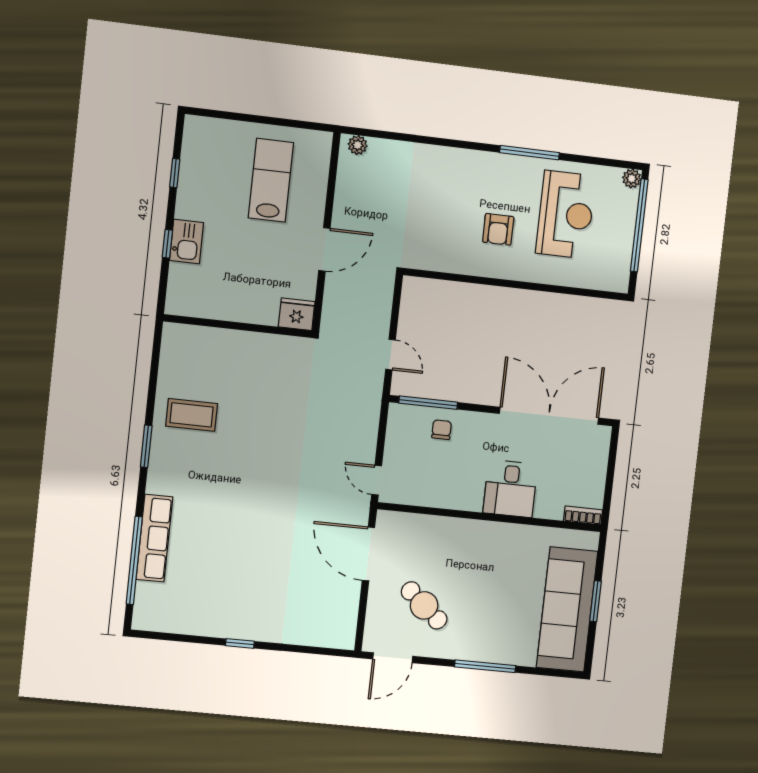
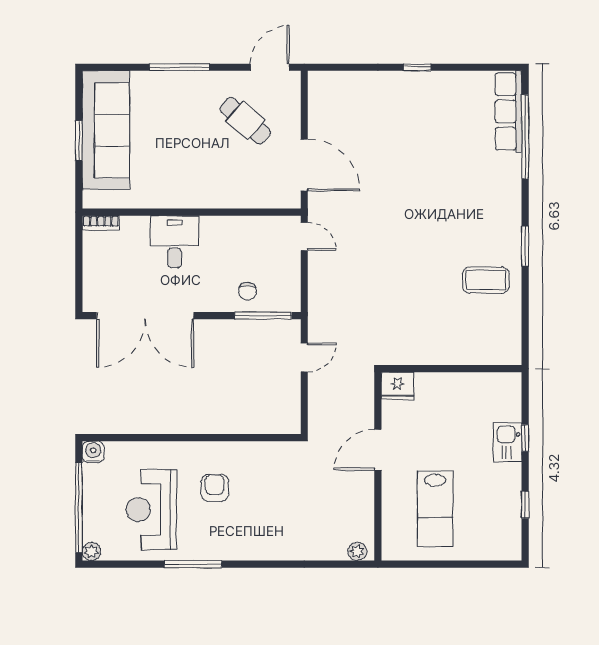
water cooler: (618, 281) -> (93, 452), added
door: (390, 355) -> (304, 357), swing flipped
row of seats: (154, 538) -> (508, 111), moved

